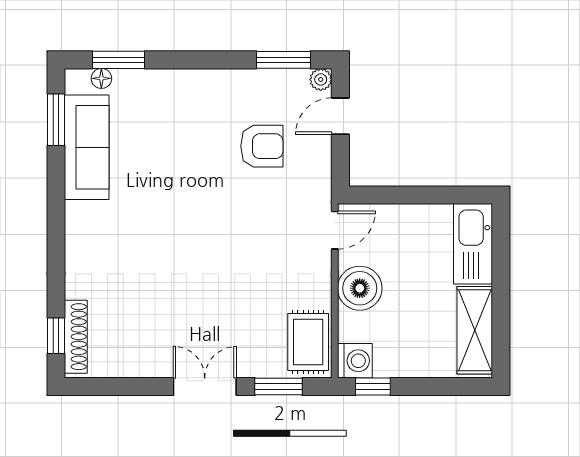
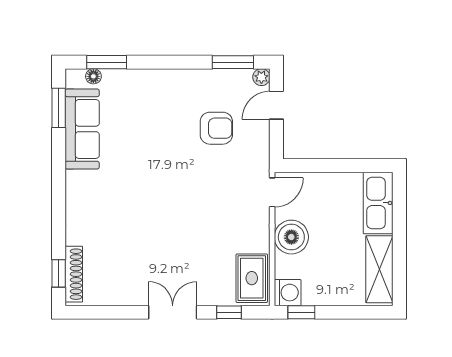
window: (279, 386) -> (229, 312), width x0.67

